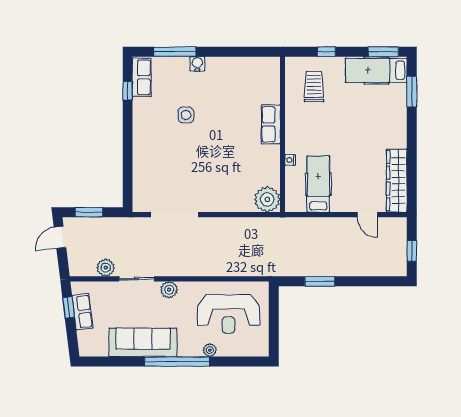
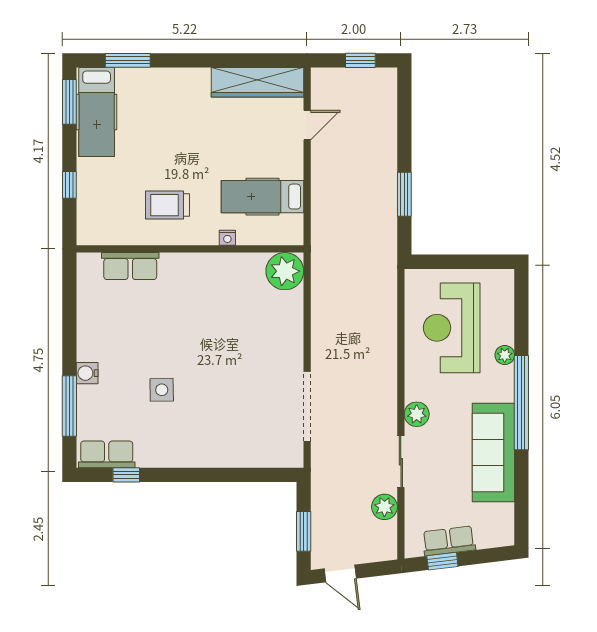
trolley: (314, 87) -> (168, 205), moved
row of seats: (271, 124) -> (130, 266), moved
reception desk: (228, 314) -> (452, 328), turned 180

